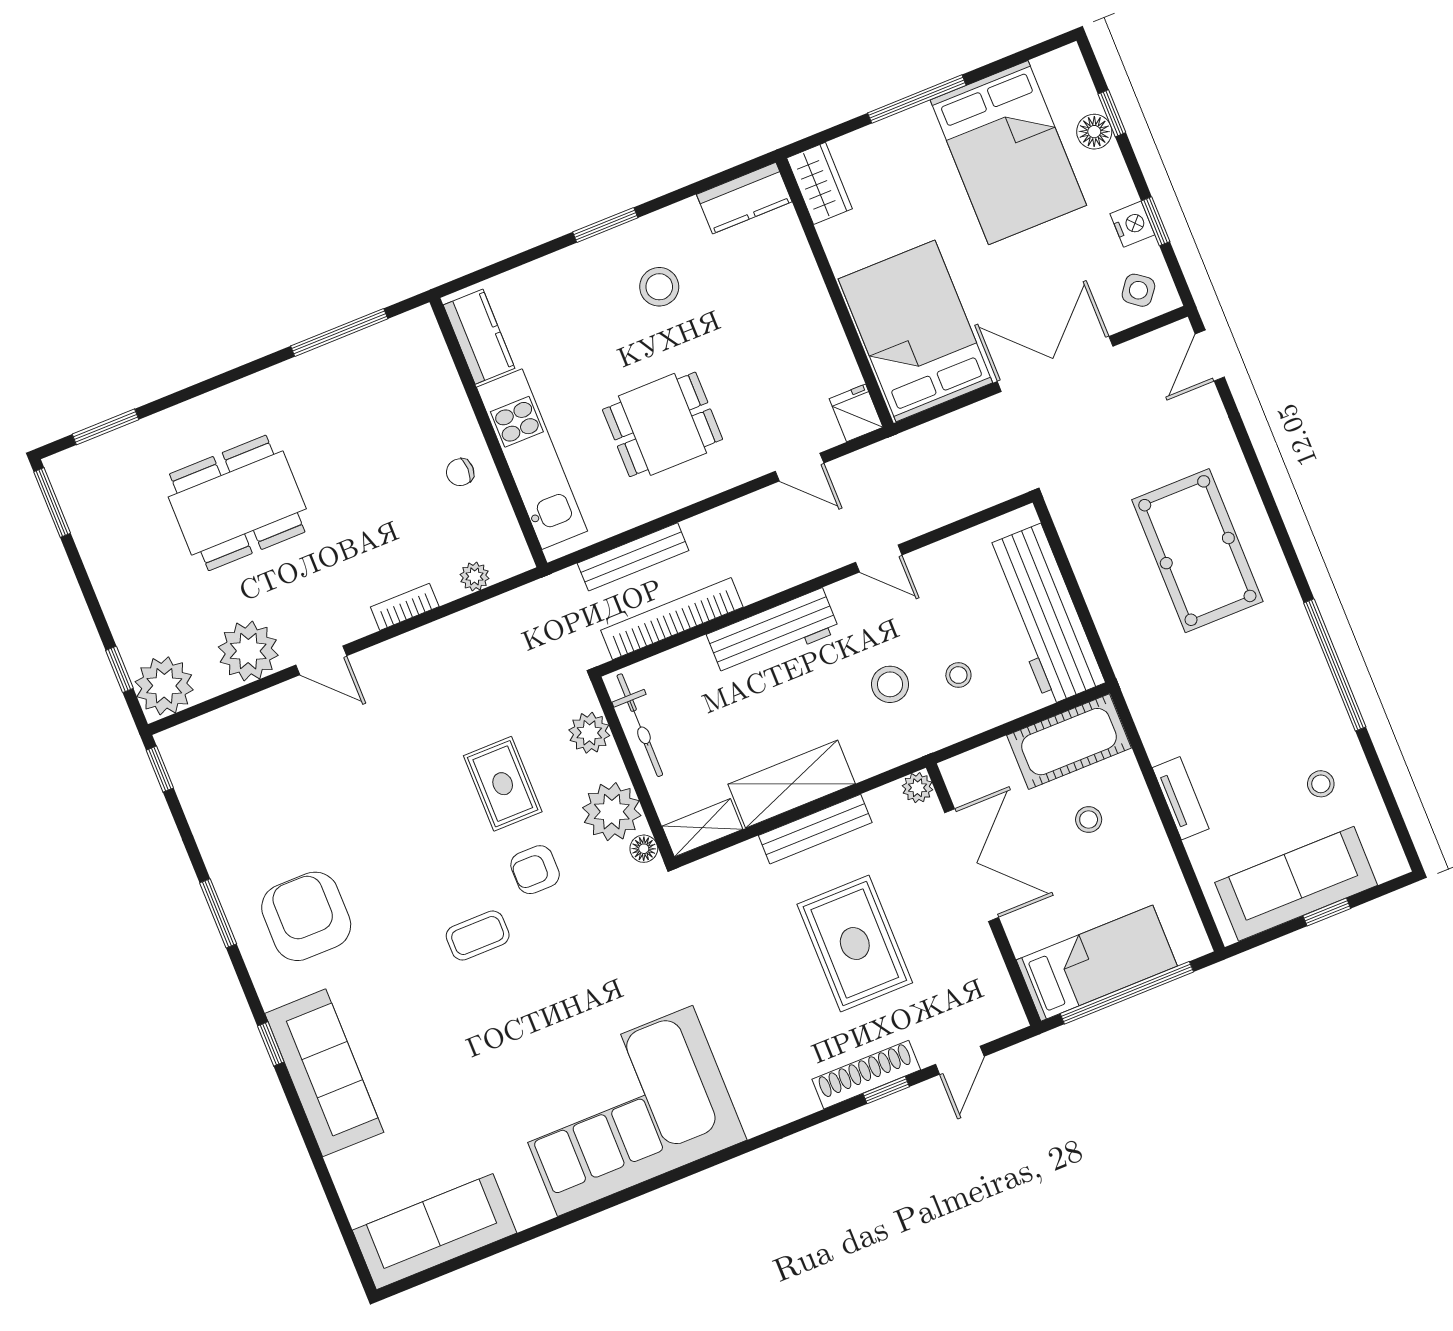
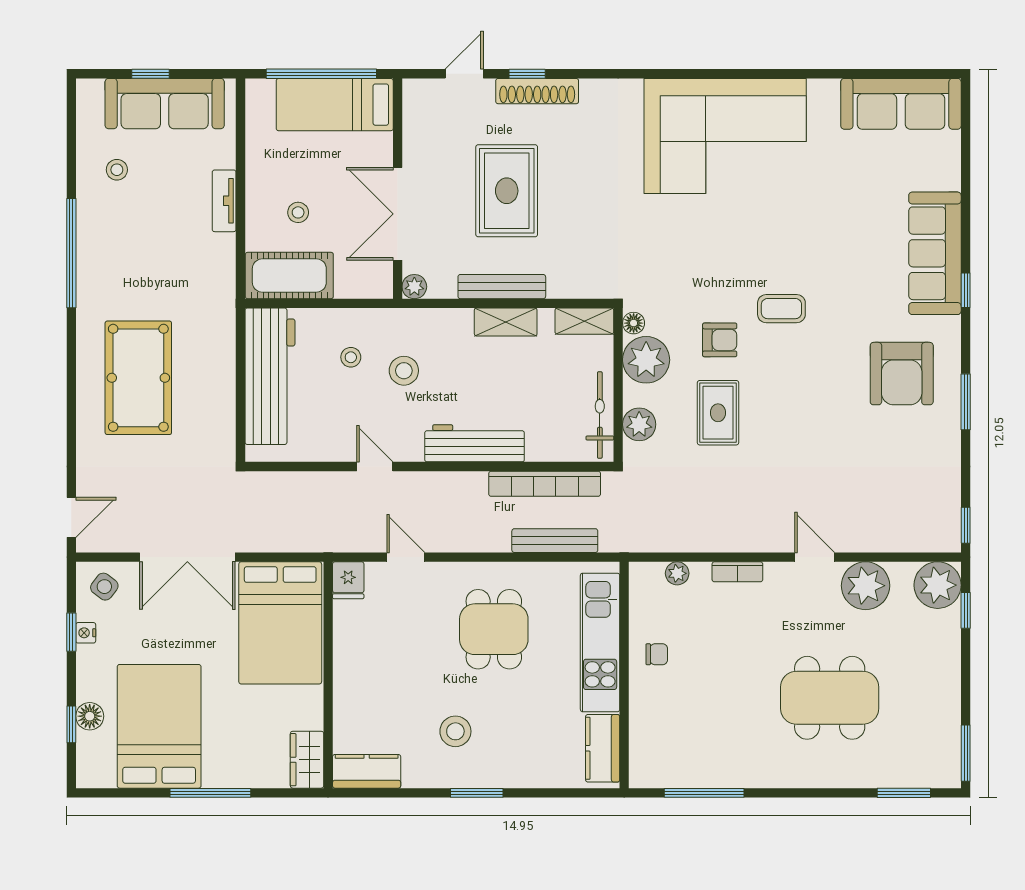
nightstand: (1132, 224) -> (86, 633), width x0.72, depth x0.74
dining table: (663, 424) -> (494, 629), turned 90
shelving: (792, 784) -> (506, 322), width x0.67, depth x0.75

